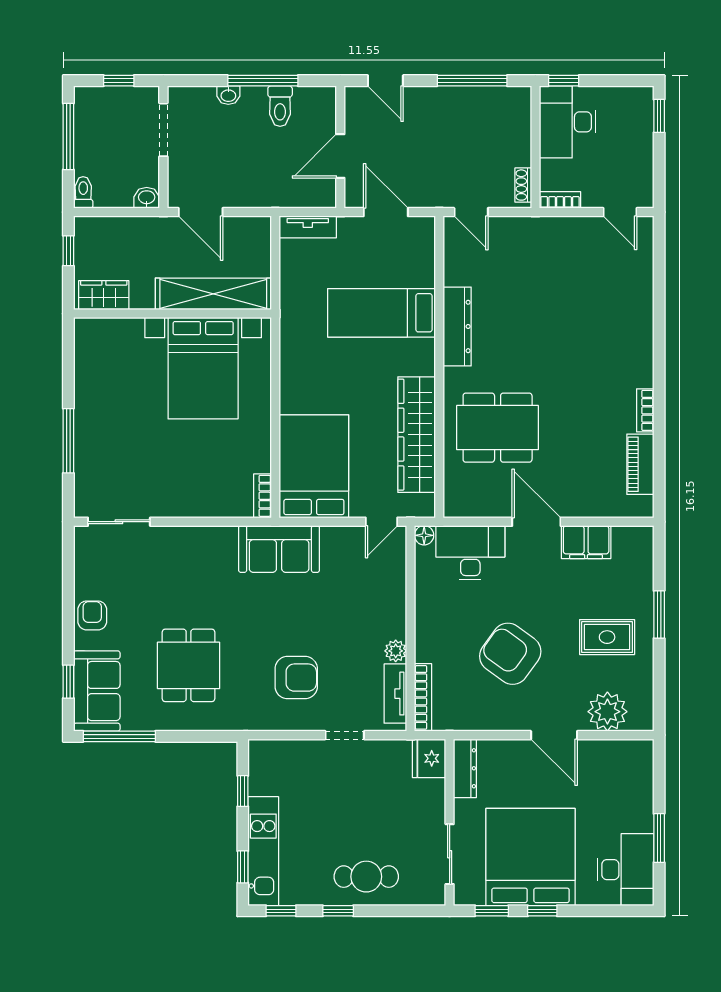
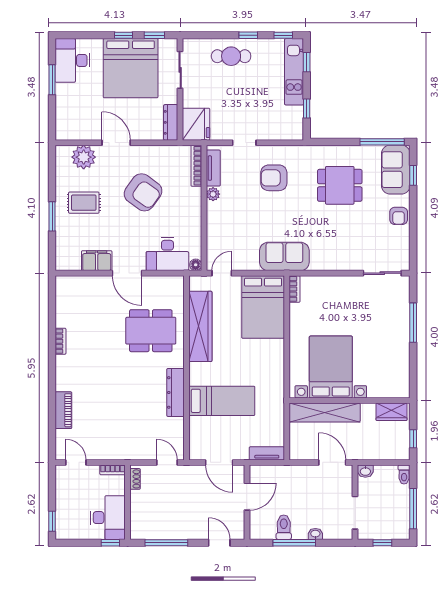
piano: (640, 464) -> (63, 410), moved
dining table: (188, 665) -> (340, 185), turned 90
fridge: (429, 758) -> (196, 124), width x1.36, depth x1.34

